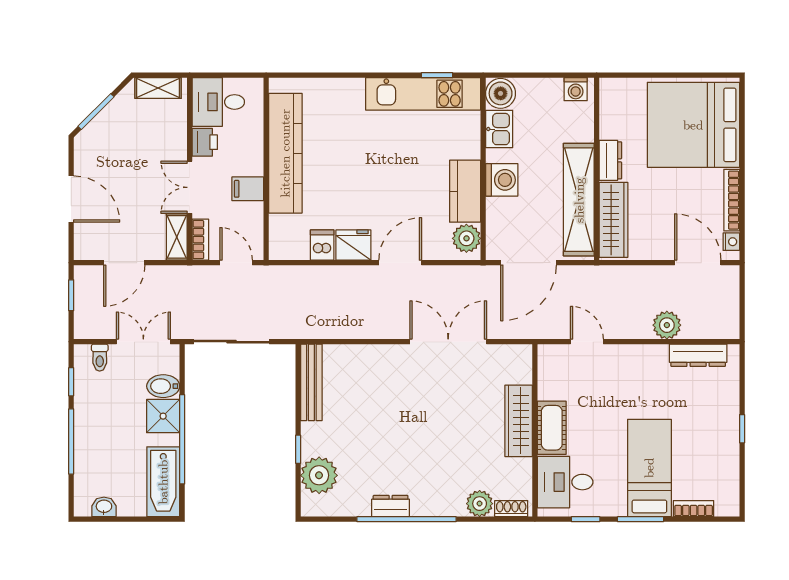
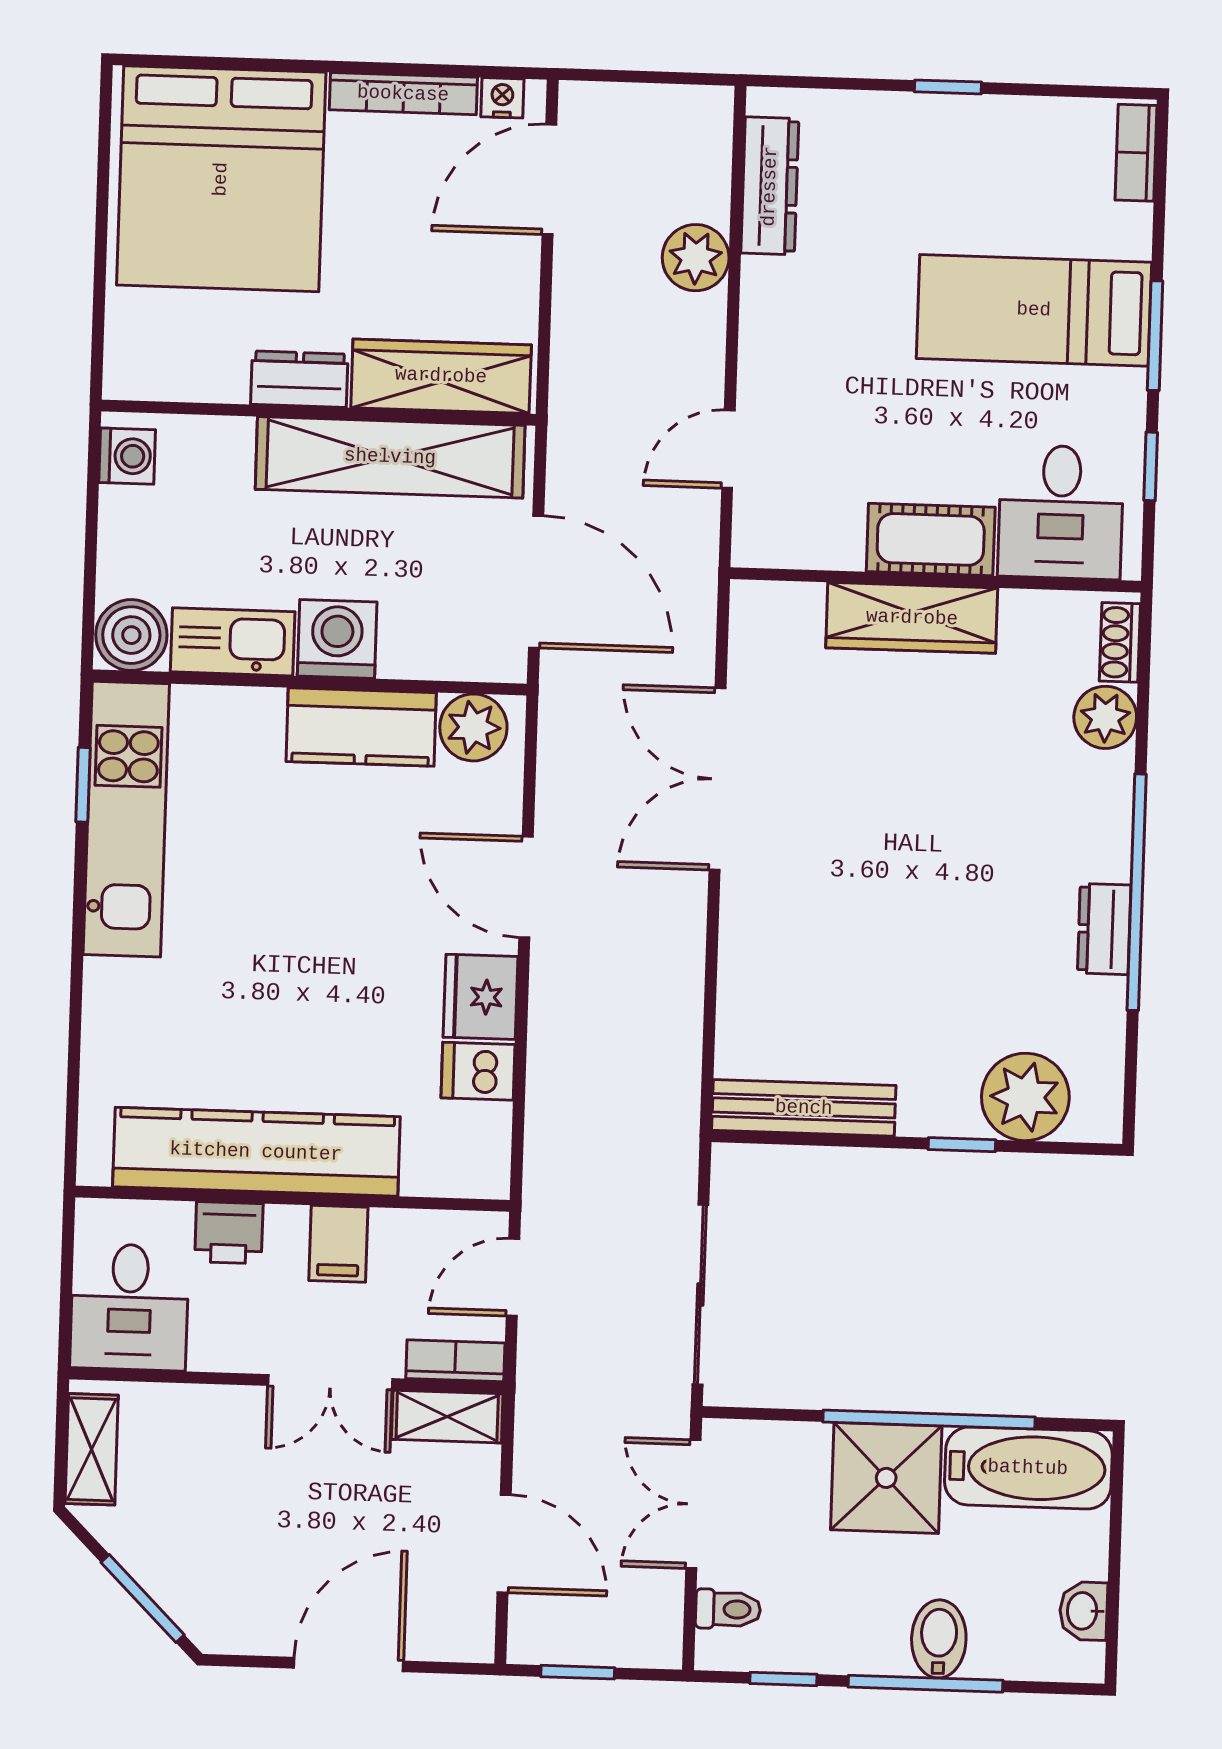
kitchen sink: (499, 129) -> (233, 642), width x1.38
printer: (205, 142) -> (229, 1233), moved, turned 180
bidet: (163, 386) -> (939, 1639), moved, turned 180
shower: (163, 416) -> (886, 1478), width x1.36, depth x1.36
bookcase: (694, 509) -> (1136, 153), moved

